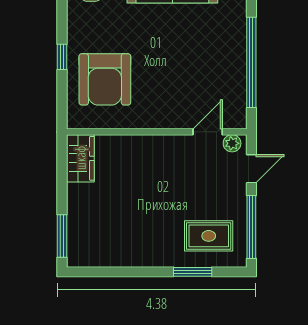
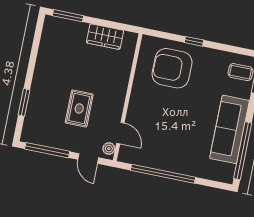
wardrobe: (80, 158) -> (105, 37), moved
rug: (209, 236) -> (79, 108), moved

